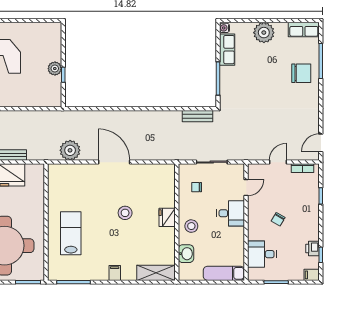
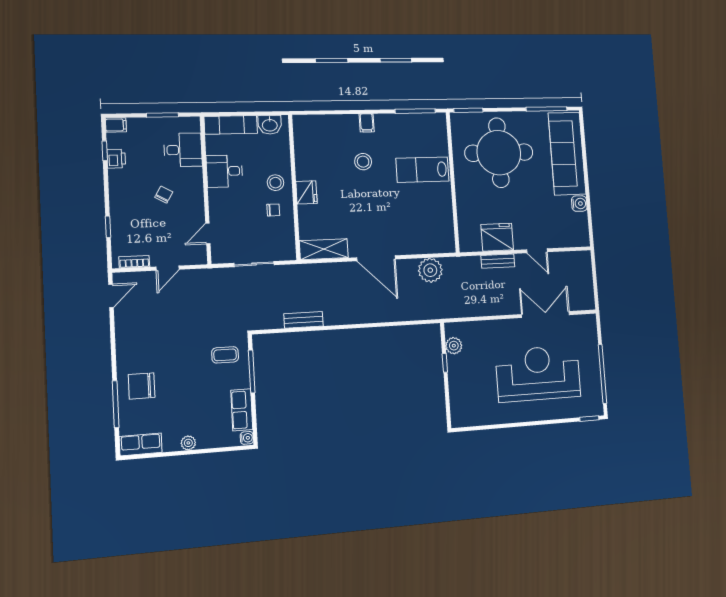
plant: (264, 33) -> (188, 443), width x0.53, depth x0.53
plant: (55, 69) -> (454, 346), moved
coffee table: (238, 93) -> (225, 355), added
bench: (198, 116) -> (304, 320), moved
chair: (197, 187) -> (273, 210), moved
stool: (125, 213) -> (363, 162), moved
desk: (231, 213) -> (225, 171), moved
lab bench: (71, 233) -> (422, 170), turned 90
washbasin: (186, 254) -> (270, 125), moved, turned -90
shelving: (156, 273) -> (324, 249), moved

